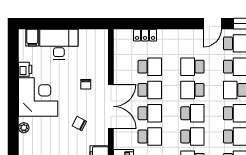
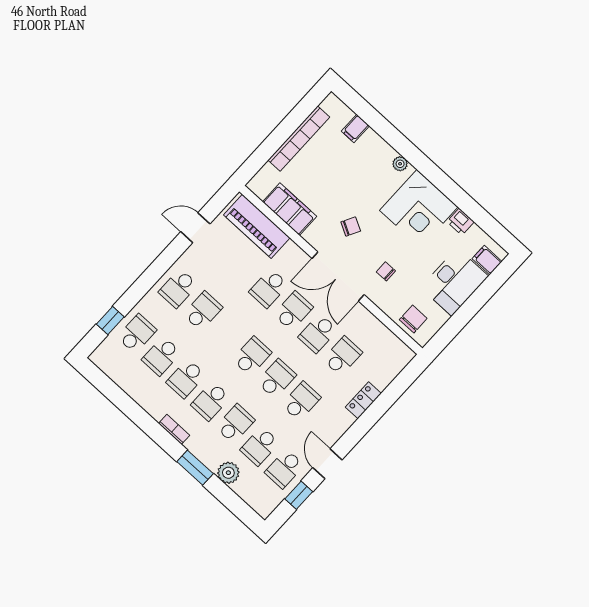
locker: (145, 35) -> (363, 400), moved
chair: (97, 48) -> (413, 319), added
school desk: (150, 67) -> (343, 356), turned 180
school desk: (150, 113) -> (293, 311), turned 180
school desk: (192, 113) -> (252, 356), turned 180
school desk: (192, 137) -> (227, 333), removed

